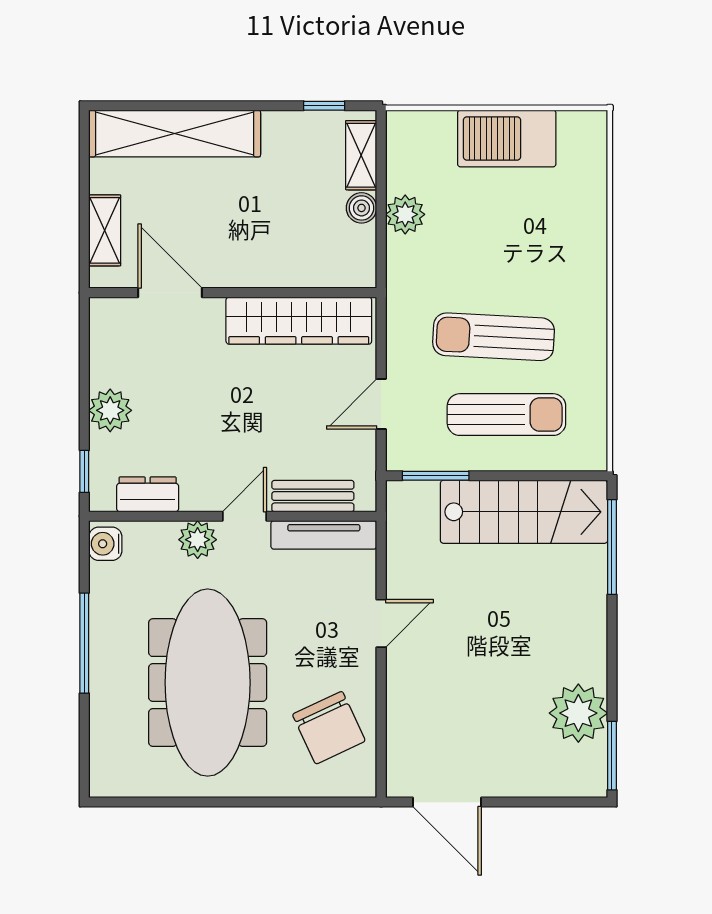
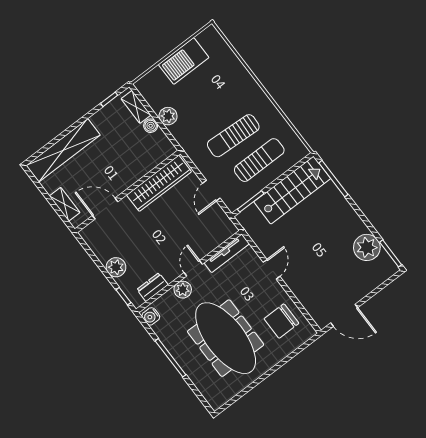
bench: (313, 496) -> (212, 242), removed
chair: (329, 728) -> (281, 321), turned 115

